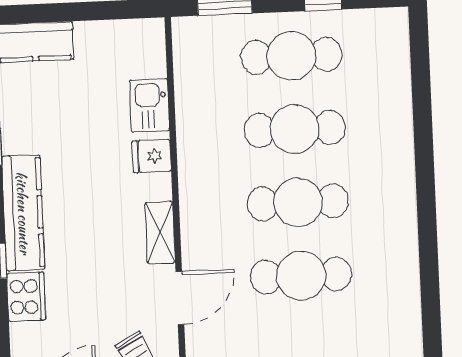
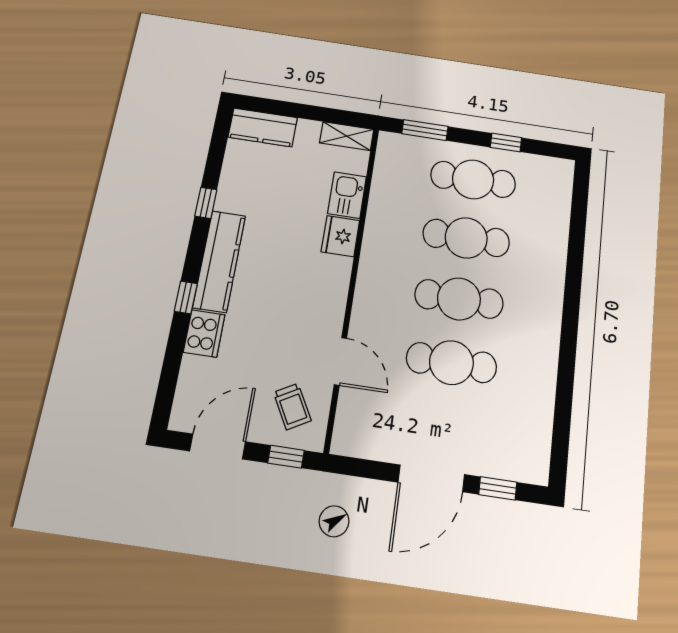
fridge: (152, 156) -> (340, 236), width x1.38
shelving: (160, 233) -> (347, 136), moved, turned 90
door: (180, 298) -> (340, 361), hinge flipped

